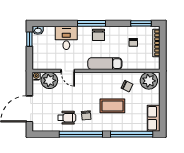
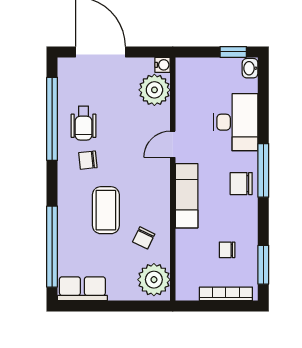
desk: (66, 38) -> (236, 122), width x1.37
door: (68, 71) -> (173, 144), moved
window: (81, 134) -> (52, 119), moved

